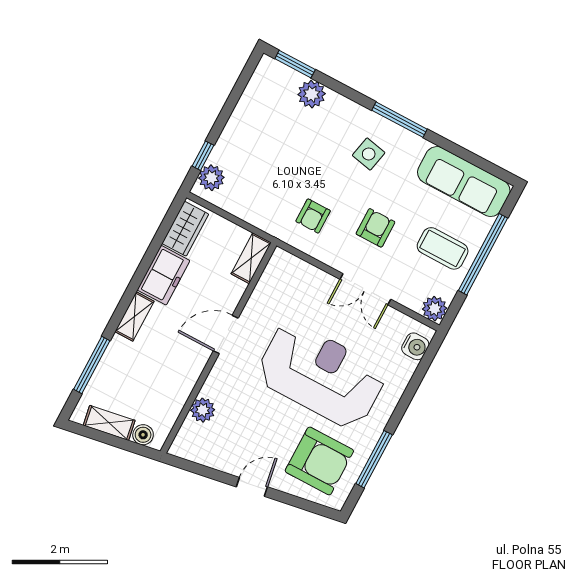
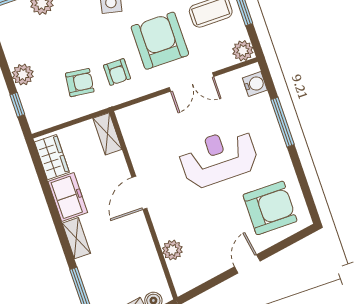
plant: (211, 178) -> (23, 75), moved
armchair: (273, 192) -> (80, 83), added
armchair: (375, 228) -> (160, 41), width x1.88, depth x1.88
reception desk: (321, 375) -> (218, 158), width x0.74, depth x0.77
window: (374, 459) -> (283, 122), moved

